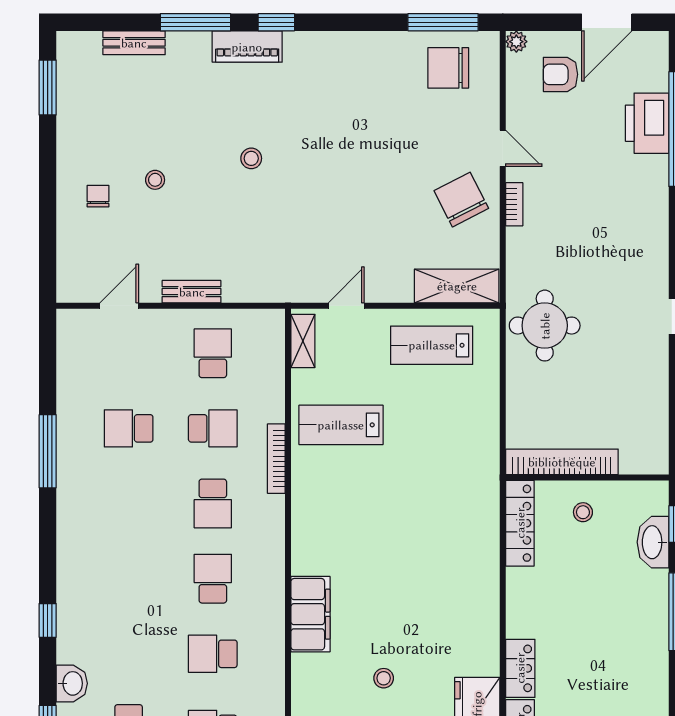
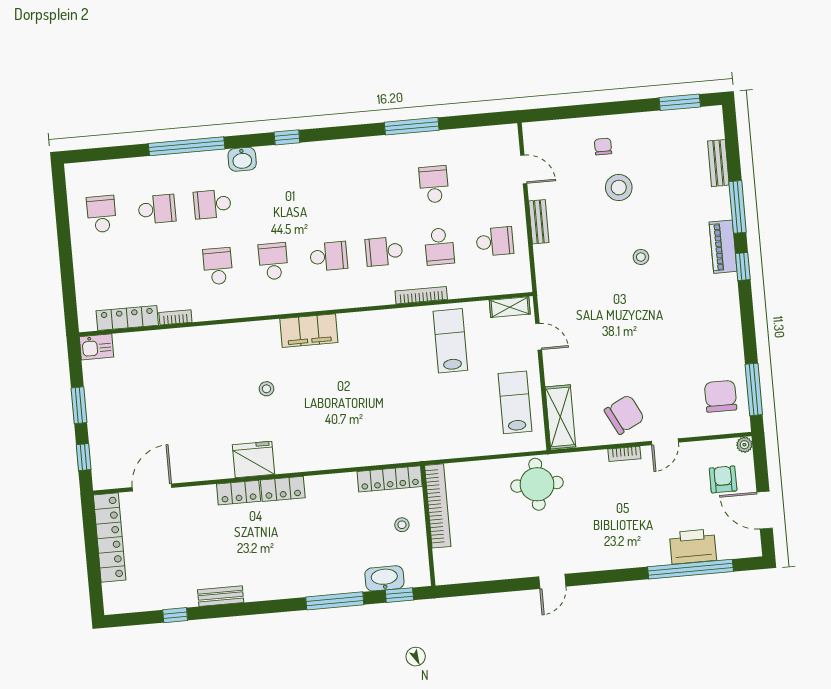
stool: (155, 180) -> (619, 188), width x1.89, depth x1.89
chair: (98, 196) -> (603, 147), turned -90

